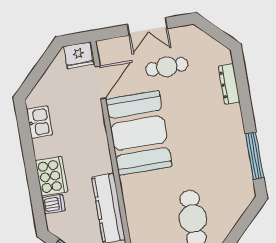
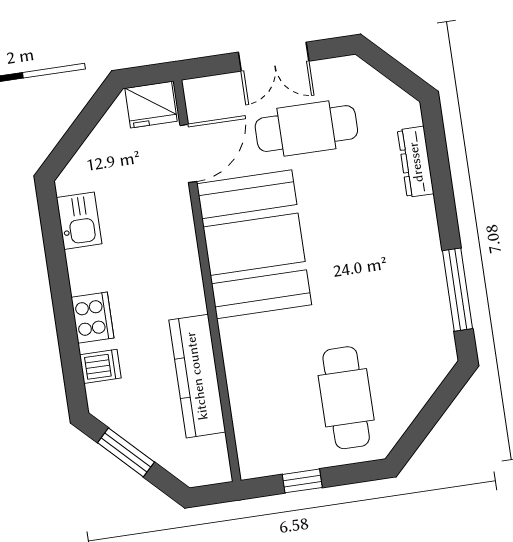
cafe table: (167, 67) -> (306, 129), width x1.37, depth x1.35
cooker: (52, 176) -> (93, 318), width x0.73, depth x0.76

